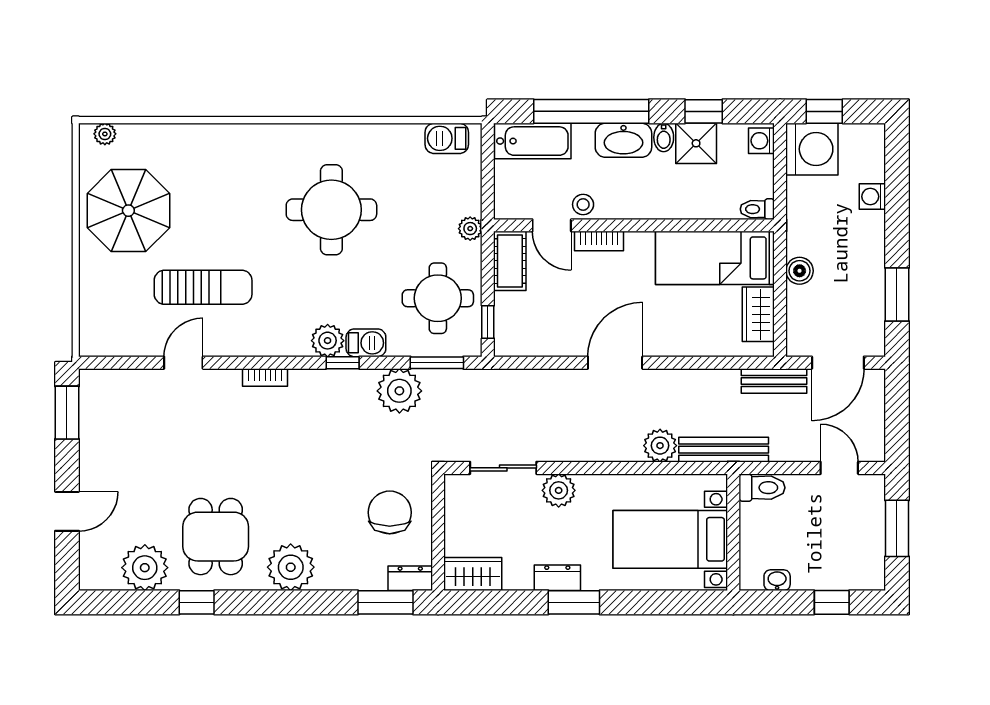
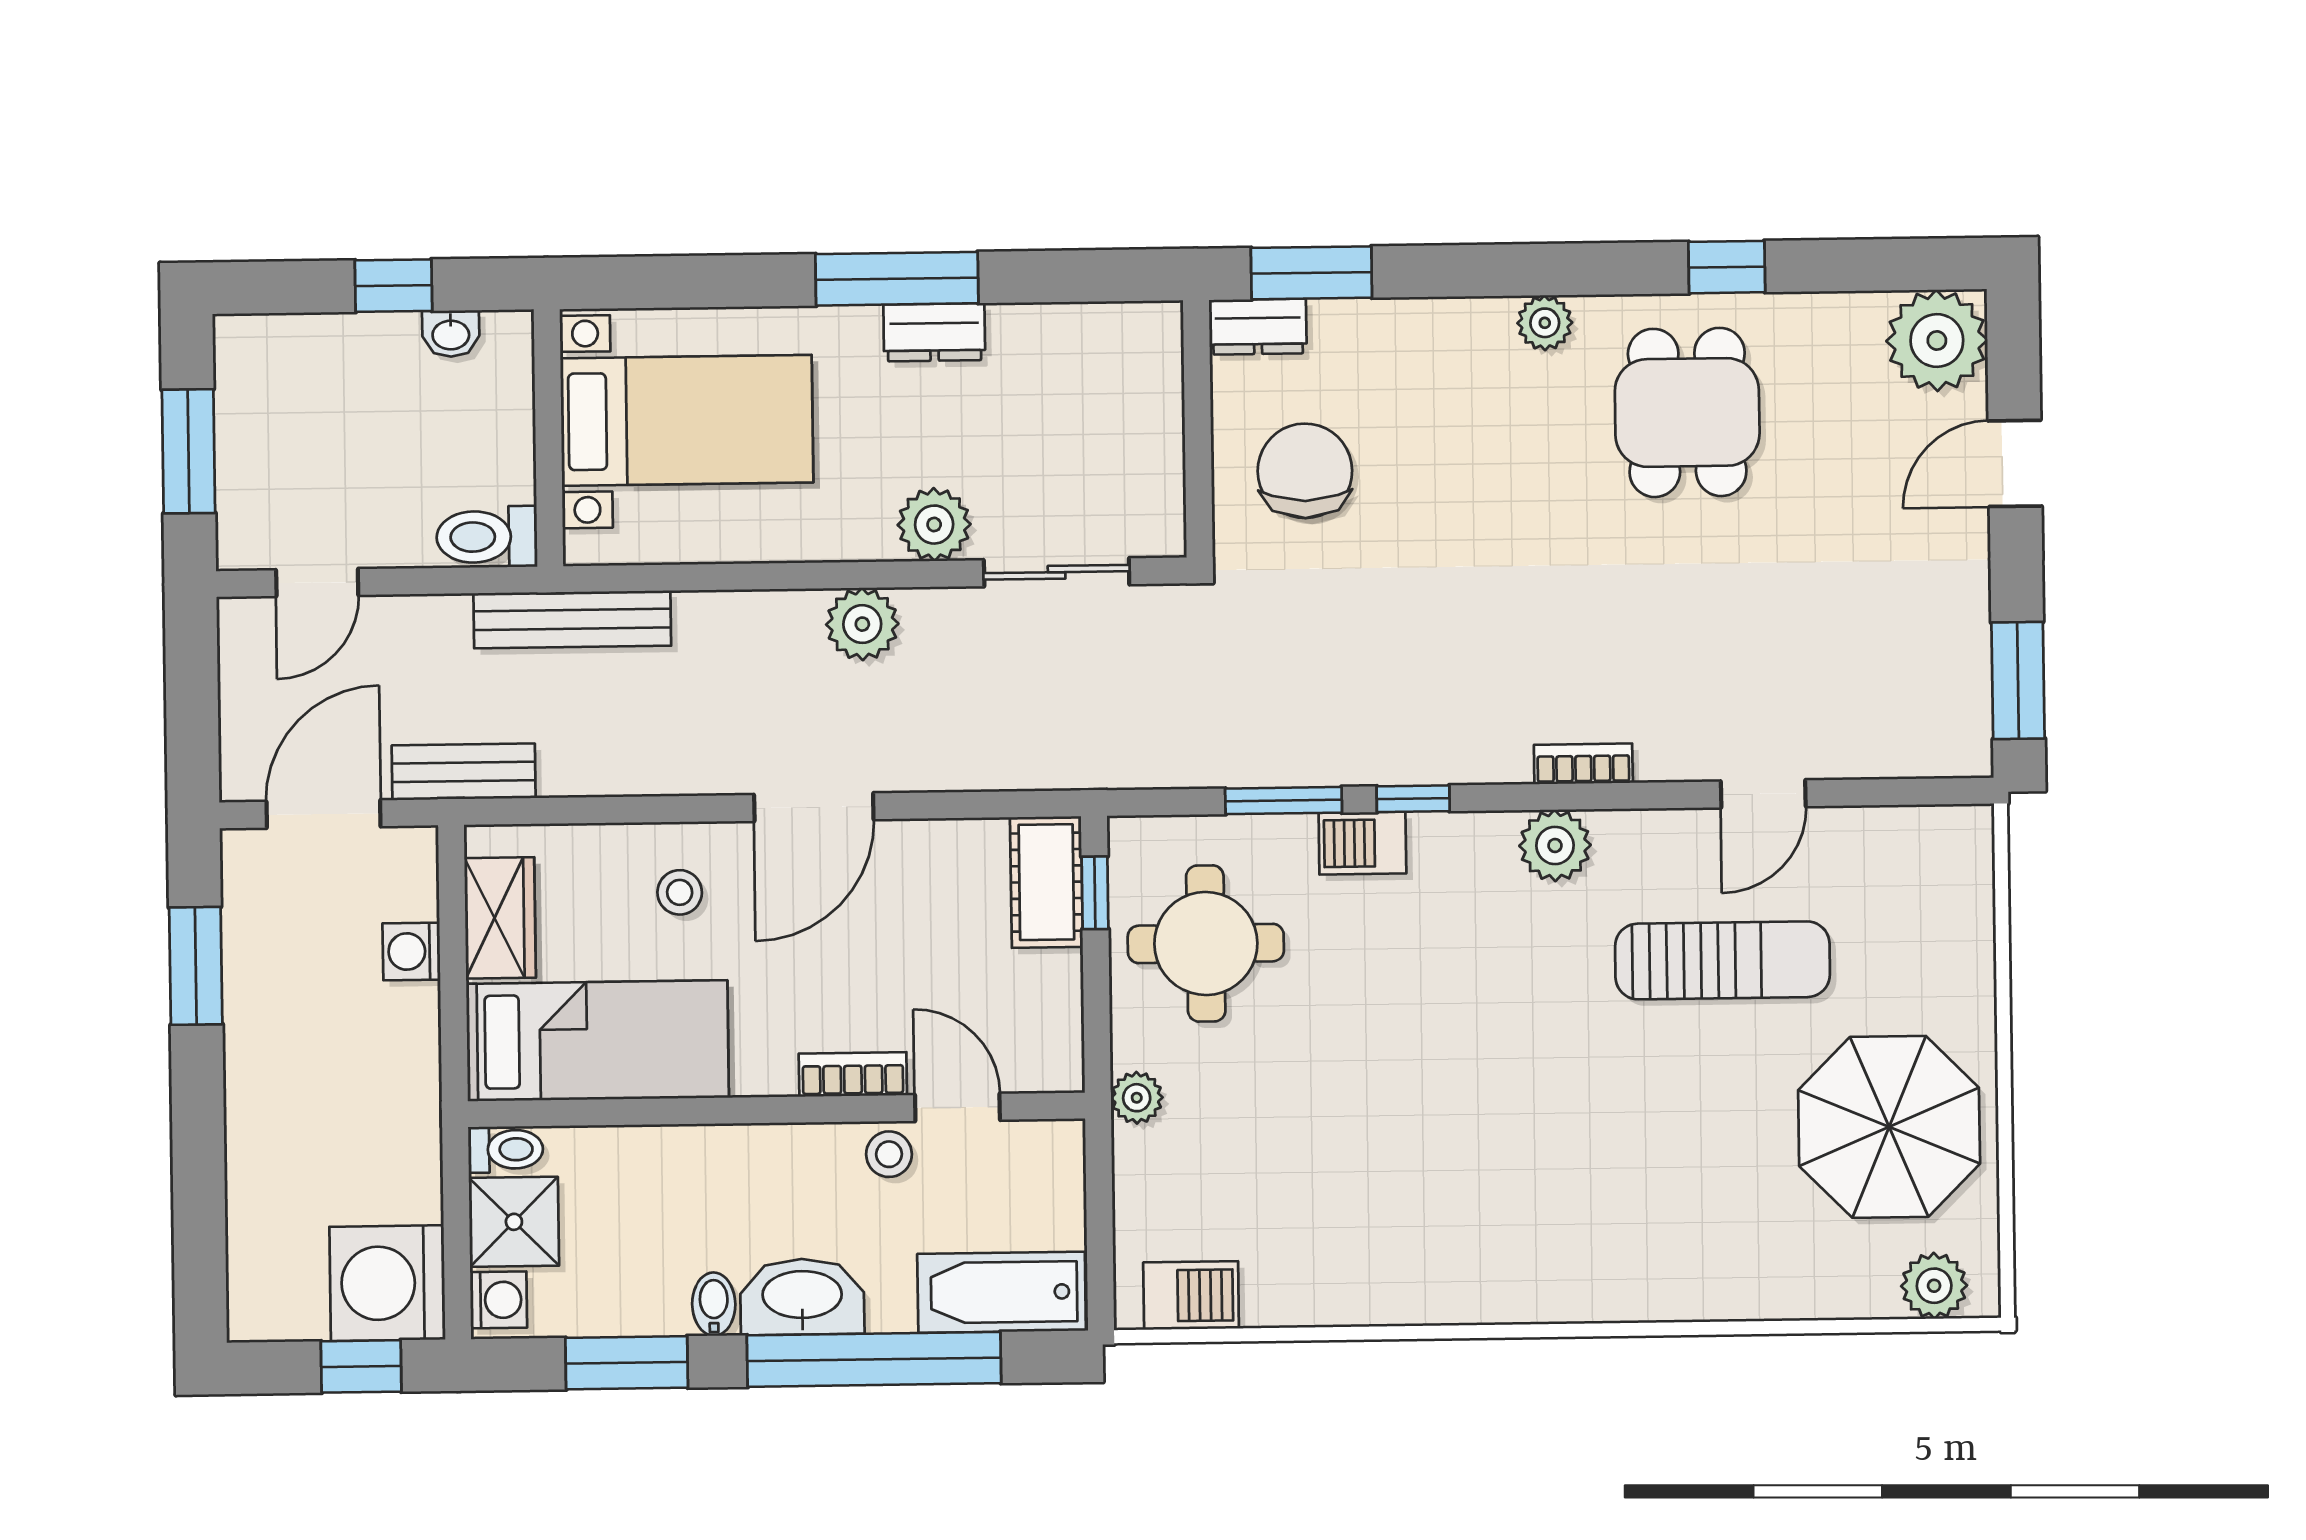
window: (704, 111) -> (627, 1363), width x1.50
plant: (105, 134) -> (1934, 1286), width x1.38, depth x1.38
shower: (696, 143) -> (514, 1222), moved
washing machine: (872, 197) -> (411, 951), moved, turned 180
round table: (331, 210) -> (1443, 1135), removed
cot: (510, 261) -> (1046, 882), moved
boiler: (800, 271) -> (411, 1015), removed
sun lounger: (203, 287) -> (1723, 960), turned 180
stool: (677, 325) -> (680, 892), added
plant: (328, 341) -> (1555, 845), moved
window: (437, 363) -> (1284, 801), moved
plant: (399, 391) -> (1287, 739), removed
plant: (660, 446) -> (862, 624), moved
door: (839, 468) -> (317, 583), hinge flipped
chair: (390, 512) -> (1305, 471), turned 180
plant: (291, 567) -> (1545, 323), width x0.53, depth x0.53
plant: (145, 568) -> (1937, 341), moved
wardrobe: (473, 574) -> (1120, 338), removed
window: (574, 602) -> (897, 279), width x1.44
window: (832, 602) -> (393, 286), moved

